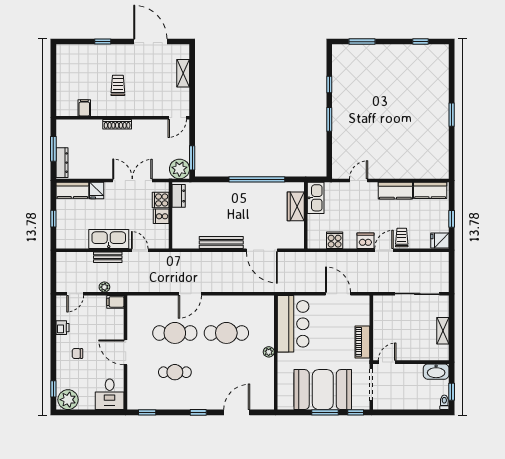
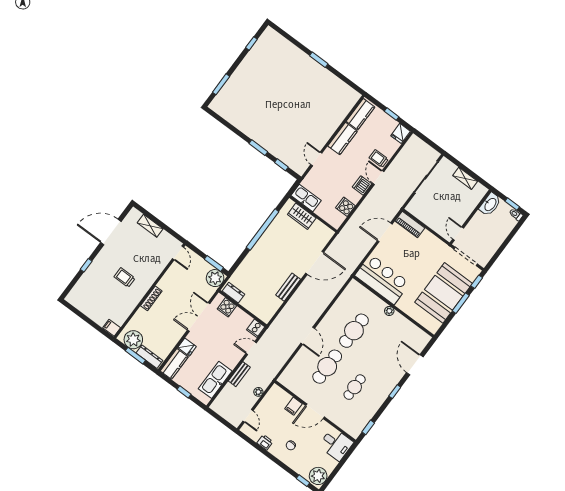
window: (329, 84) -> (281, 165), moved
filing cabinet: (84, 108) -> (112, 328), moved
plant: (67, 136) -> (133, 340), added
cooker: (161, 216) -> (256, 328), moved
kitchen sink: (109, 239) -> (215, 380), moved
bench: (221, 242) -> (288, 287), width x0.73
filing cabinet: (115, 302) -> (294, 406), moved
piano: (362, 342) -> (410, 225), moved

